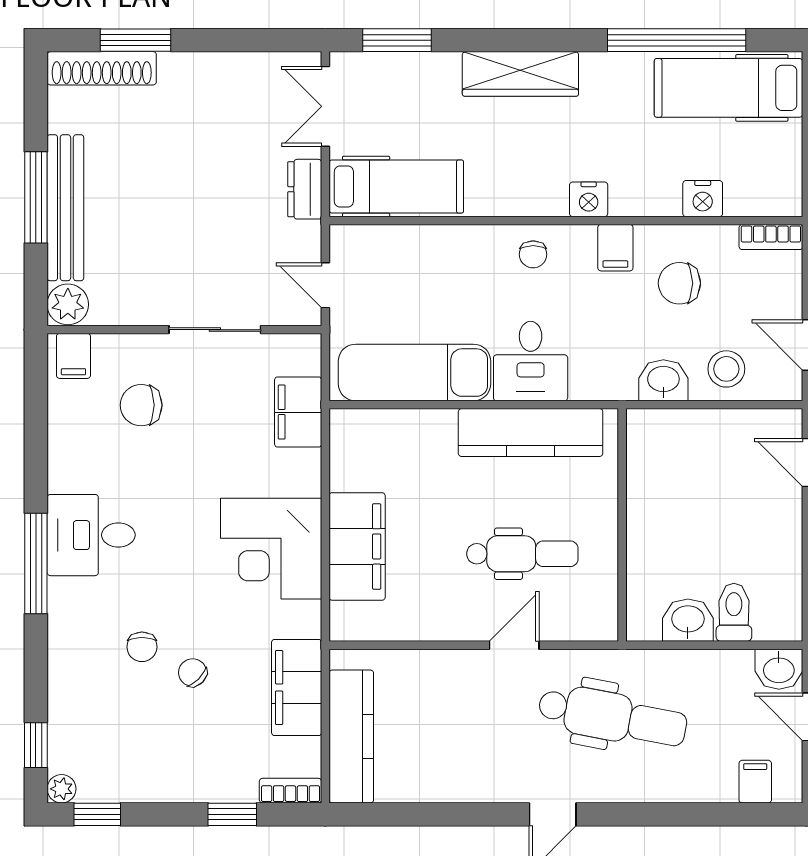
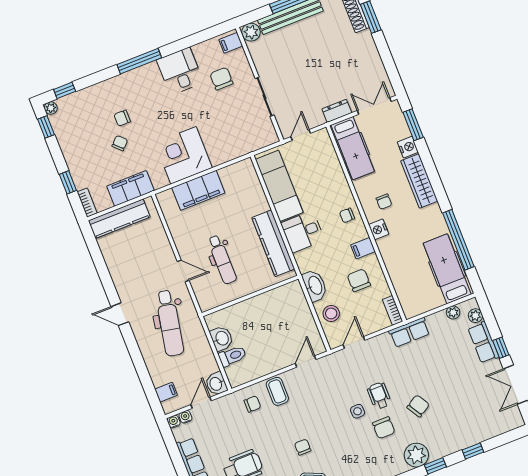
chair: (535, 165) -> (384, 202), added
nightstand: (703, 199) -> (408, 147), moved, turned 180
washbasin: (663, 380) -> (315, 286), width x1.38
filing cabinet: (298, 412) -> (244, 144), removed
desk: (91, 535) -> (180, 71), moved

